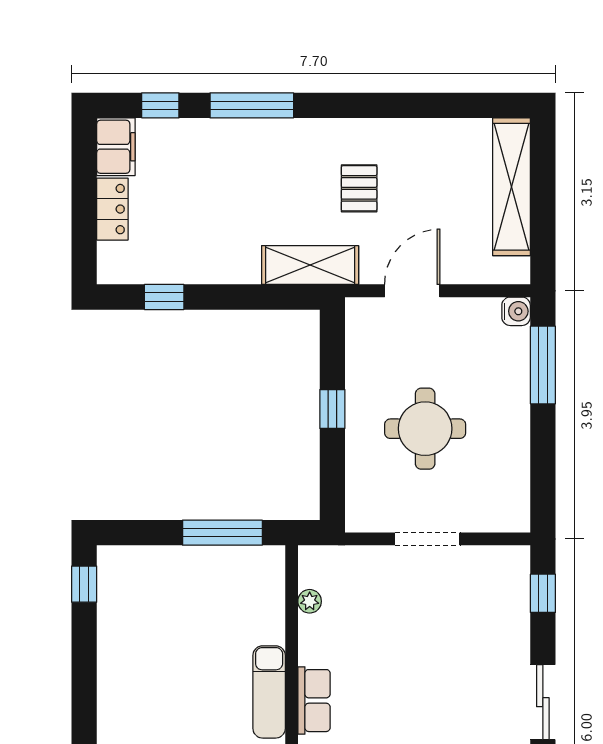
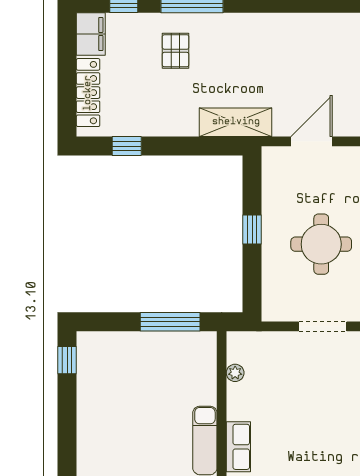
pallet: (359, 188) -> (176, 51), moved
locker: (112, 209) -> (88, 93), width x1.53

